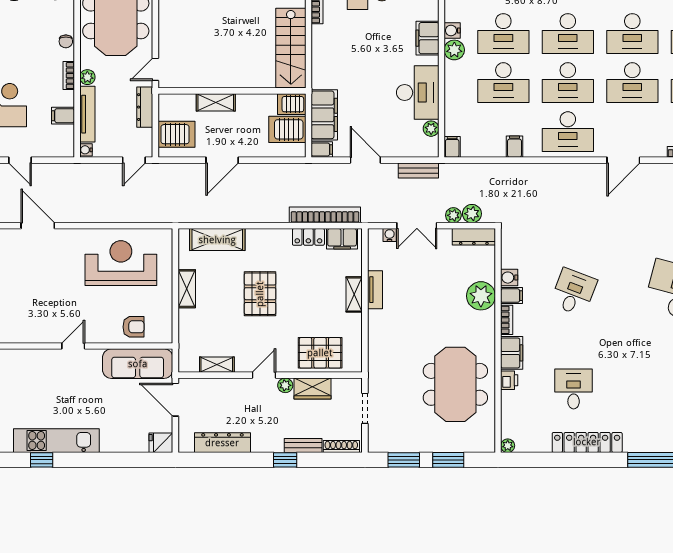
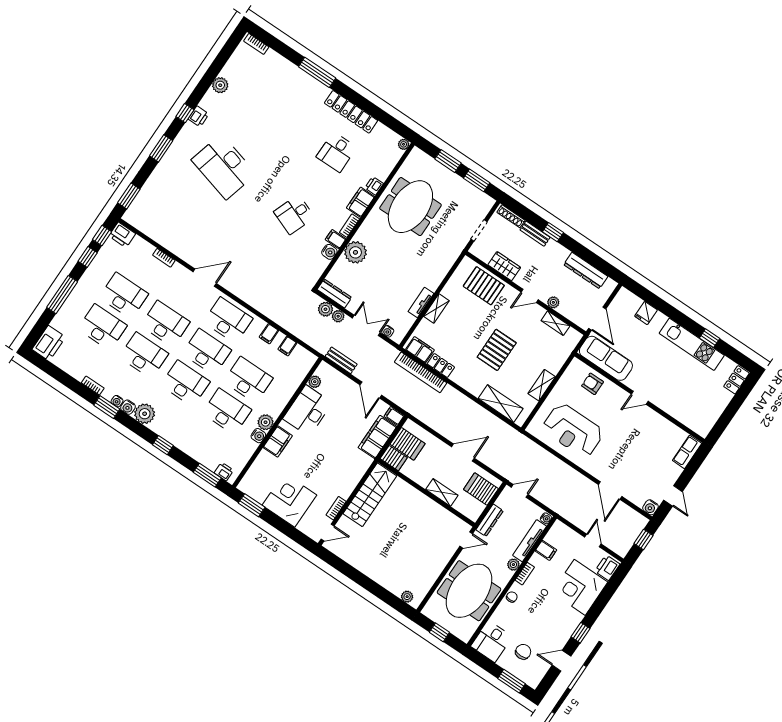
filing cabinet: (452, 147) -> (287, 346), moved
plant: (285, 385) -> (553, 302), moved
fridge: (161, 443) -> (646, 313), moved, turned 90

